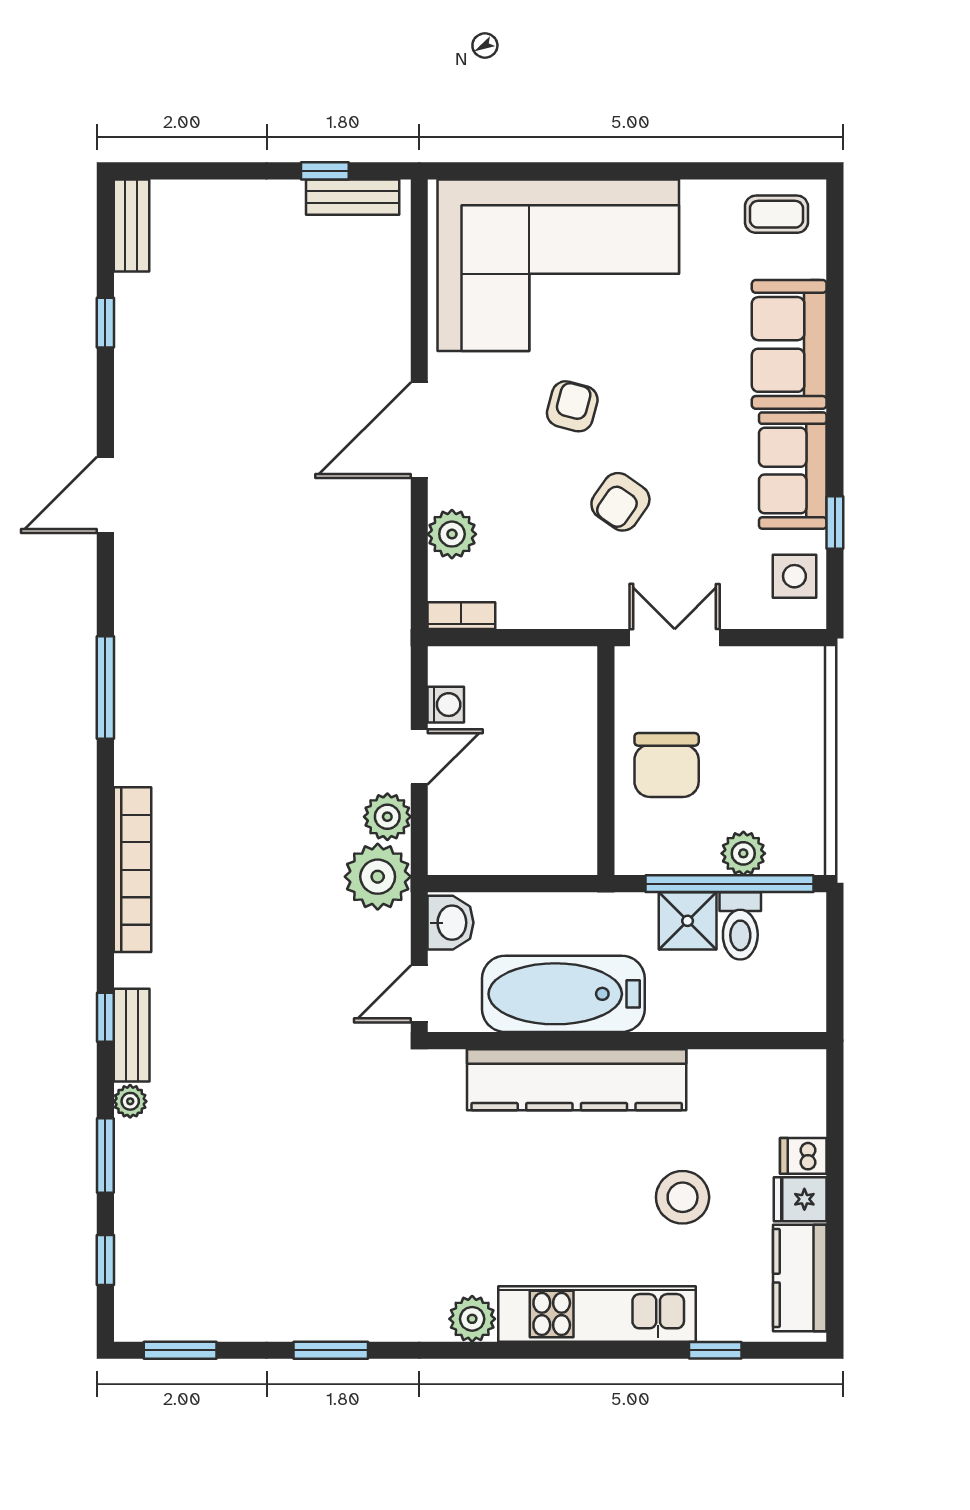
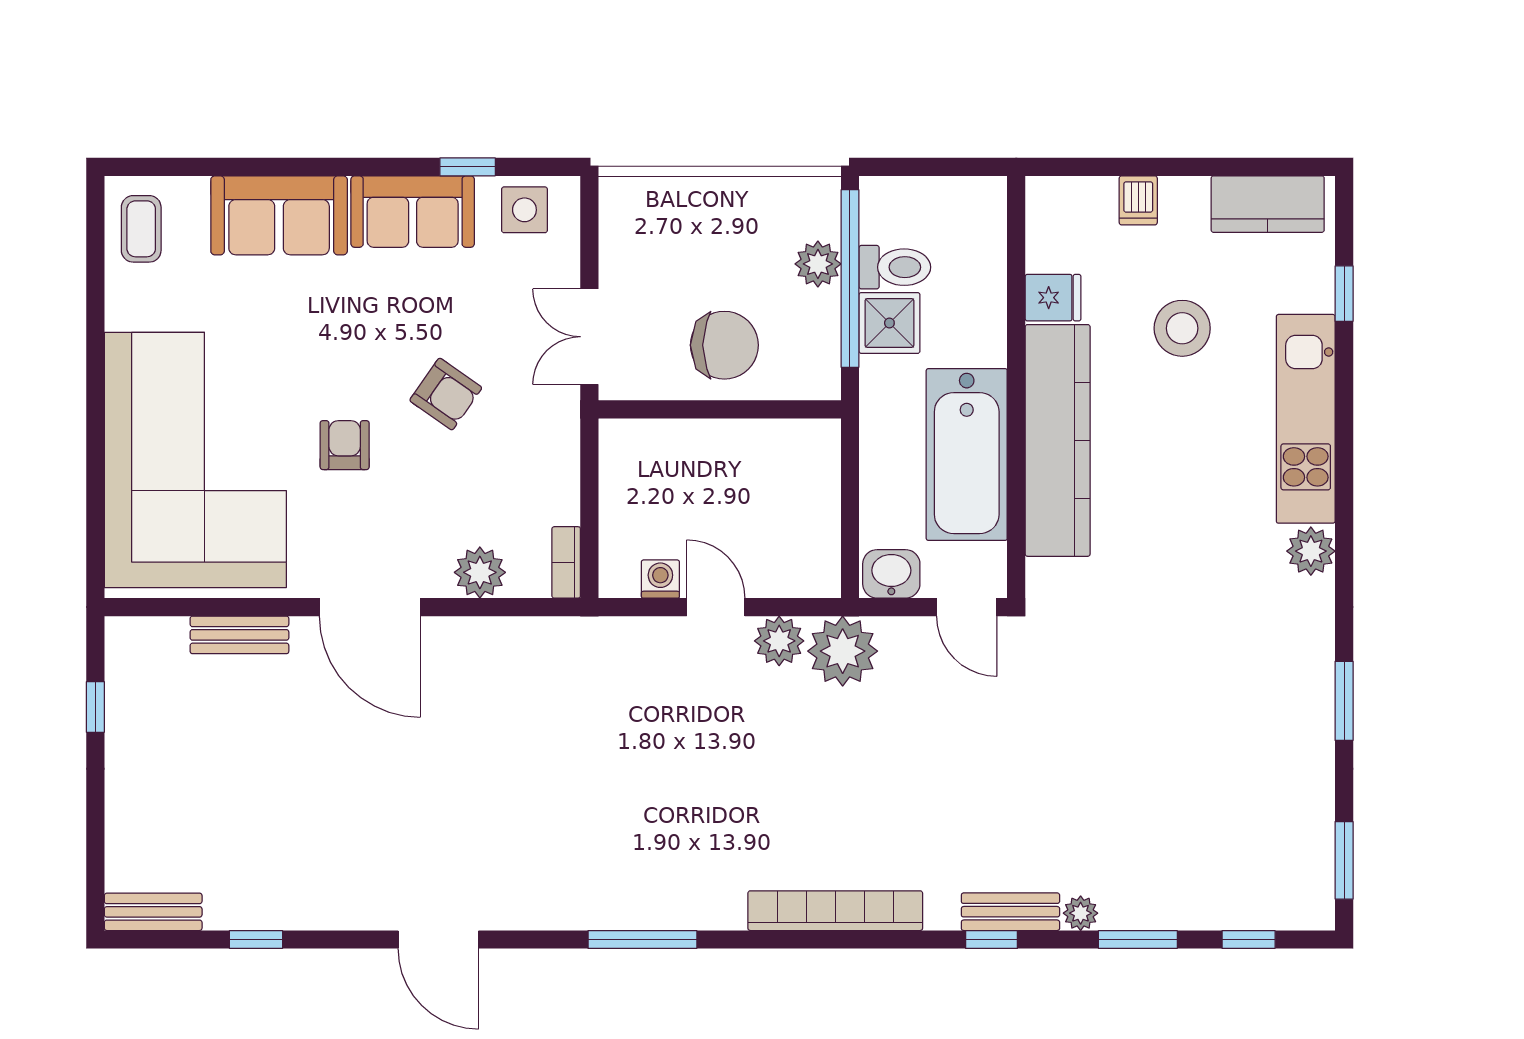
bench: (353, 197) -> (239, 635), moved, turned 90
armchair: (572, 406) -> (345, 445), turned 75
fridge: (800, 1199) -> (1053, 298), moved, turned -90

